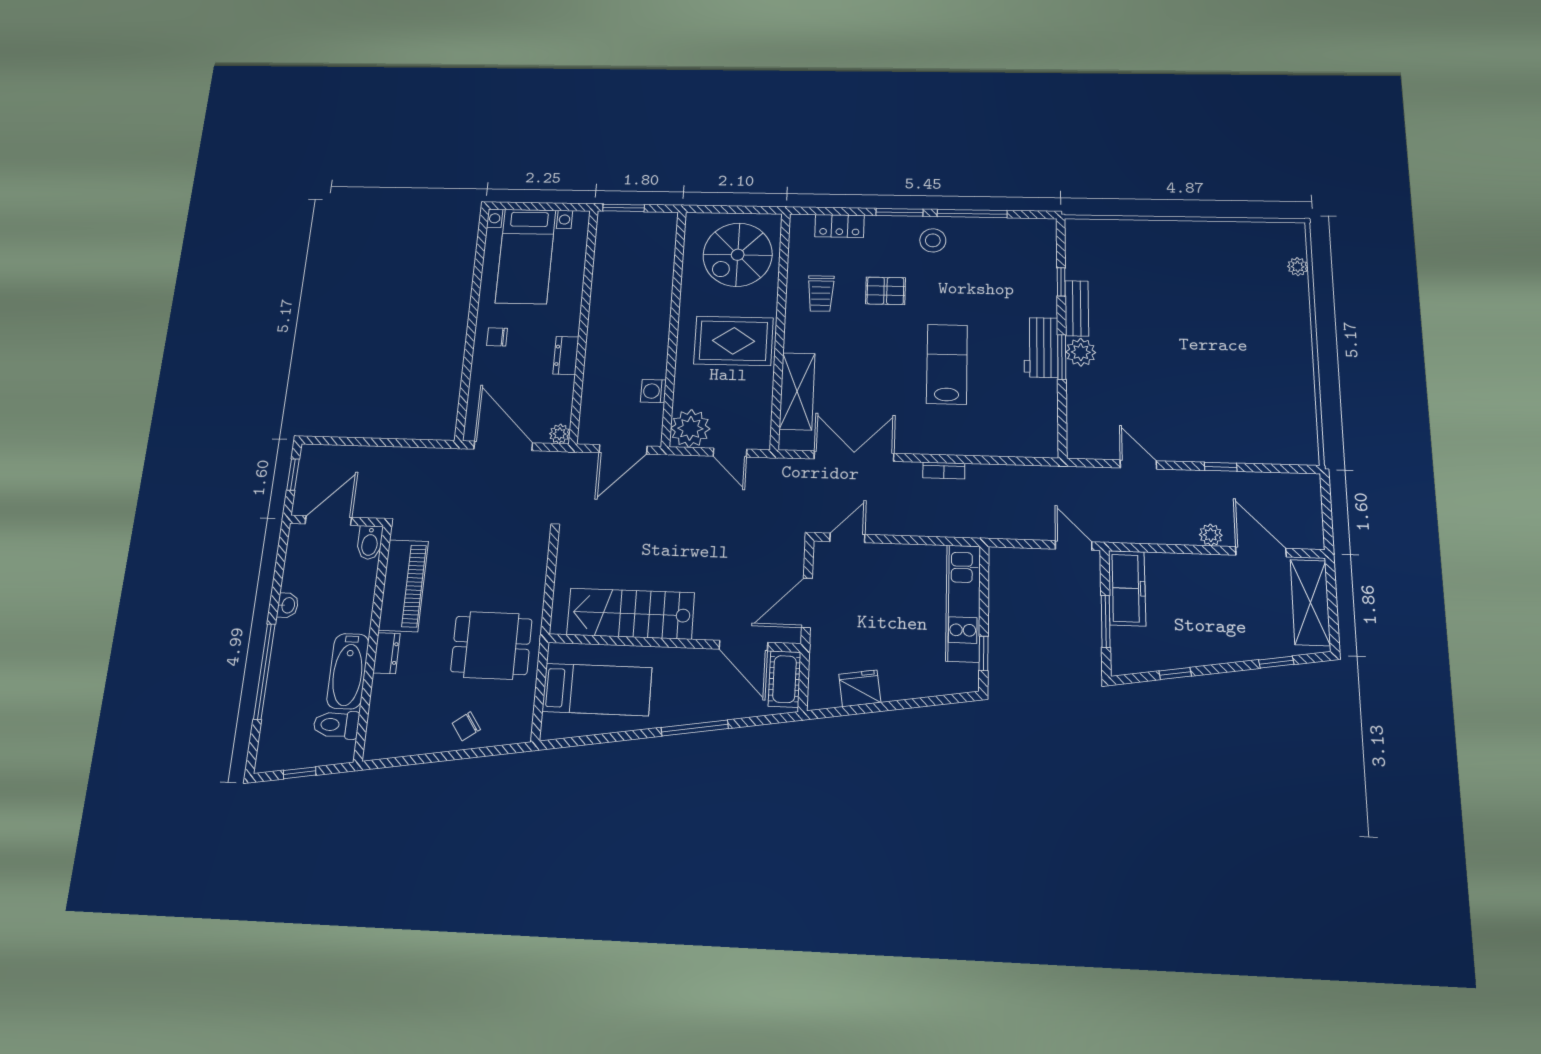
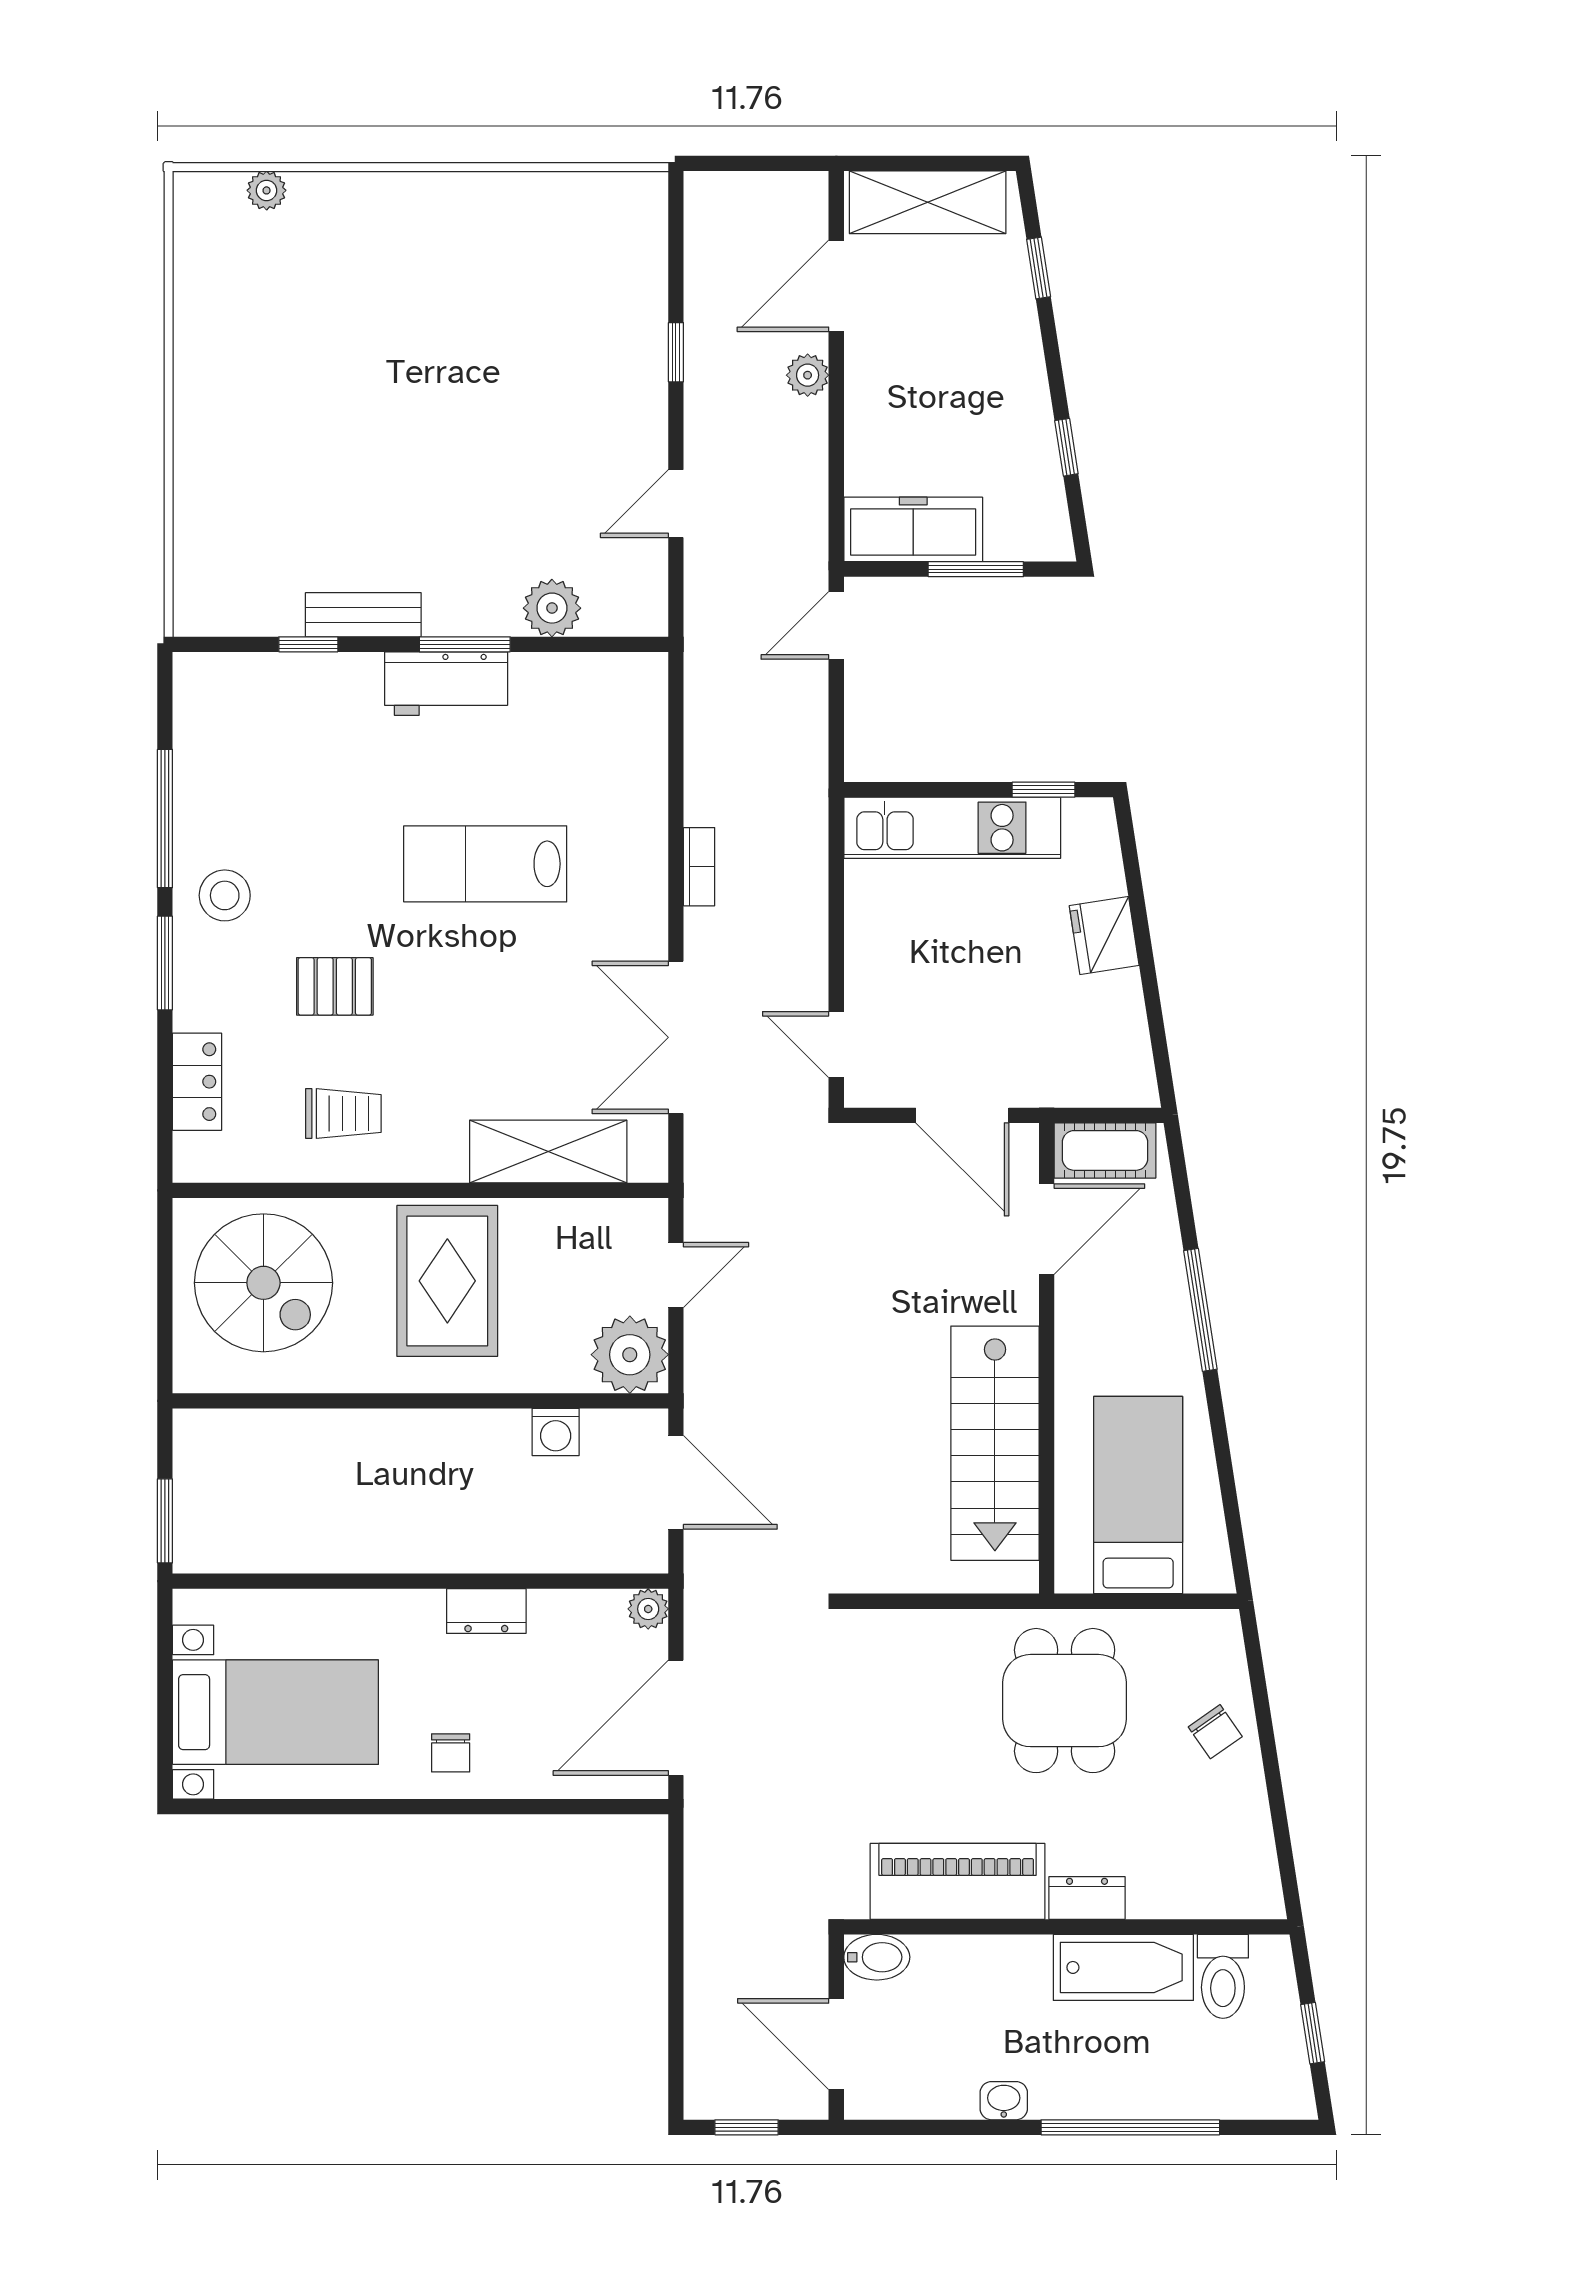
pallet: (885, 291) -> (335, 986), turned 90
plant: (1081, 352) -> (552, 608), moved
fridge: (860, 688) -> (1104, 936), moved

